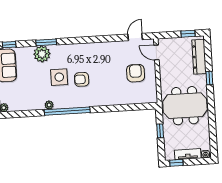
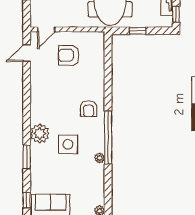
door: (135, 37) -> (27, 53), hinge flipped
plant: (42, 54) -> (40, 133), moved
armchair: (82, 79) -> (89, 109), moved

